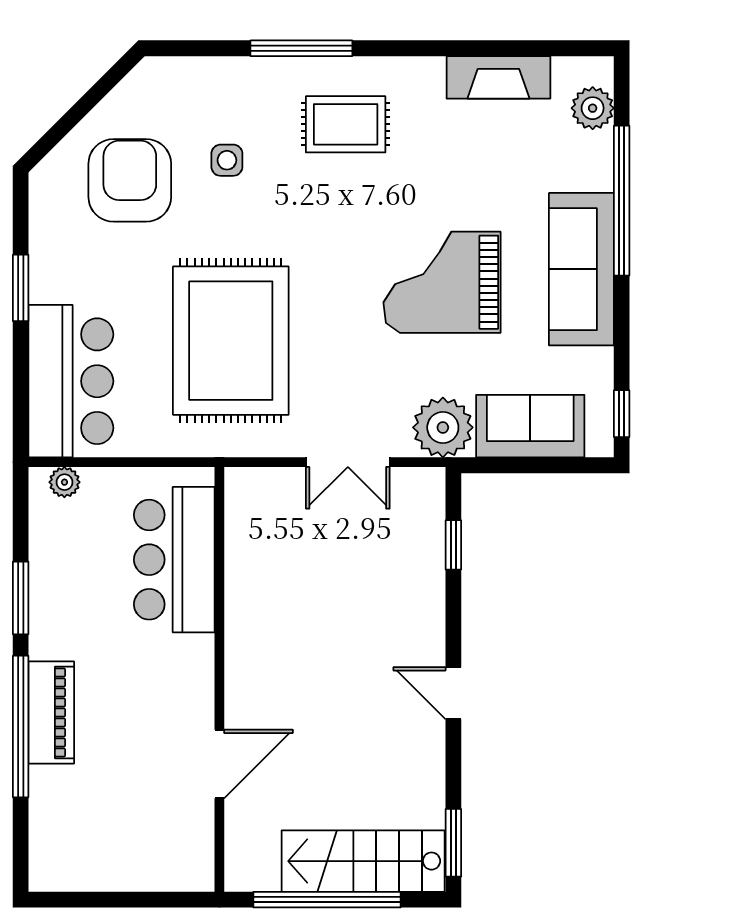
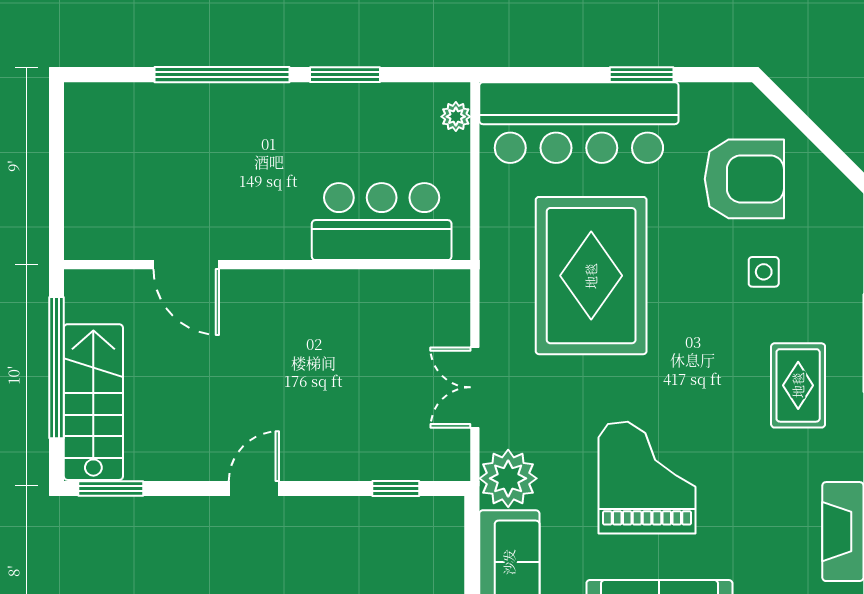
rug: (231, 341) -> (591, 276), turned 90
bar counter: (71, 381) -> (579, 123), width x1.36
piano: (51, 713) -> (235, 104), removed

